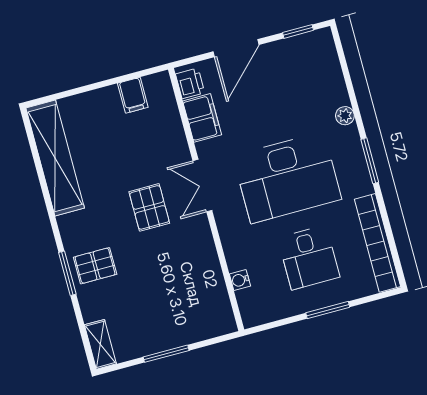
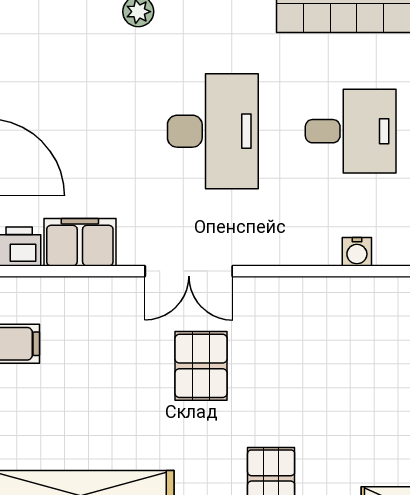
desk: (287, 178) -> (213, 131), width x0.73, depth x0.77
pallet: (149, 207) -> (201, 366), turned 90

